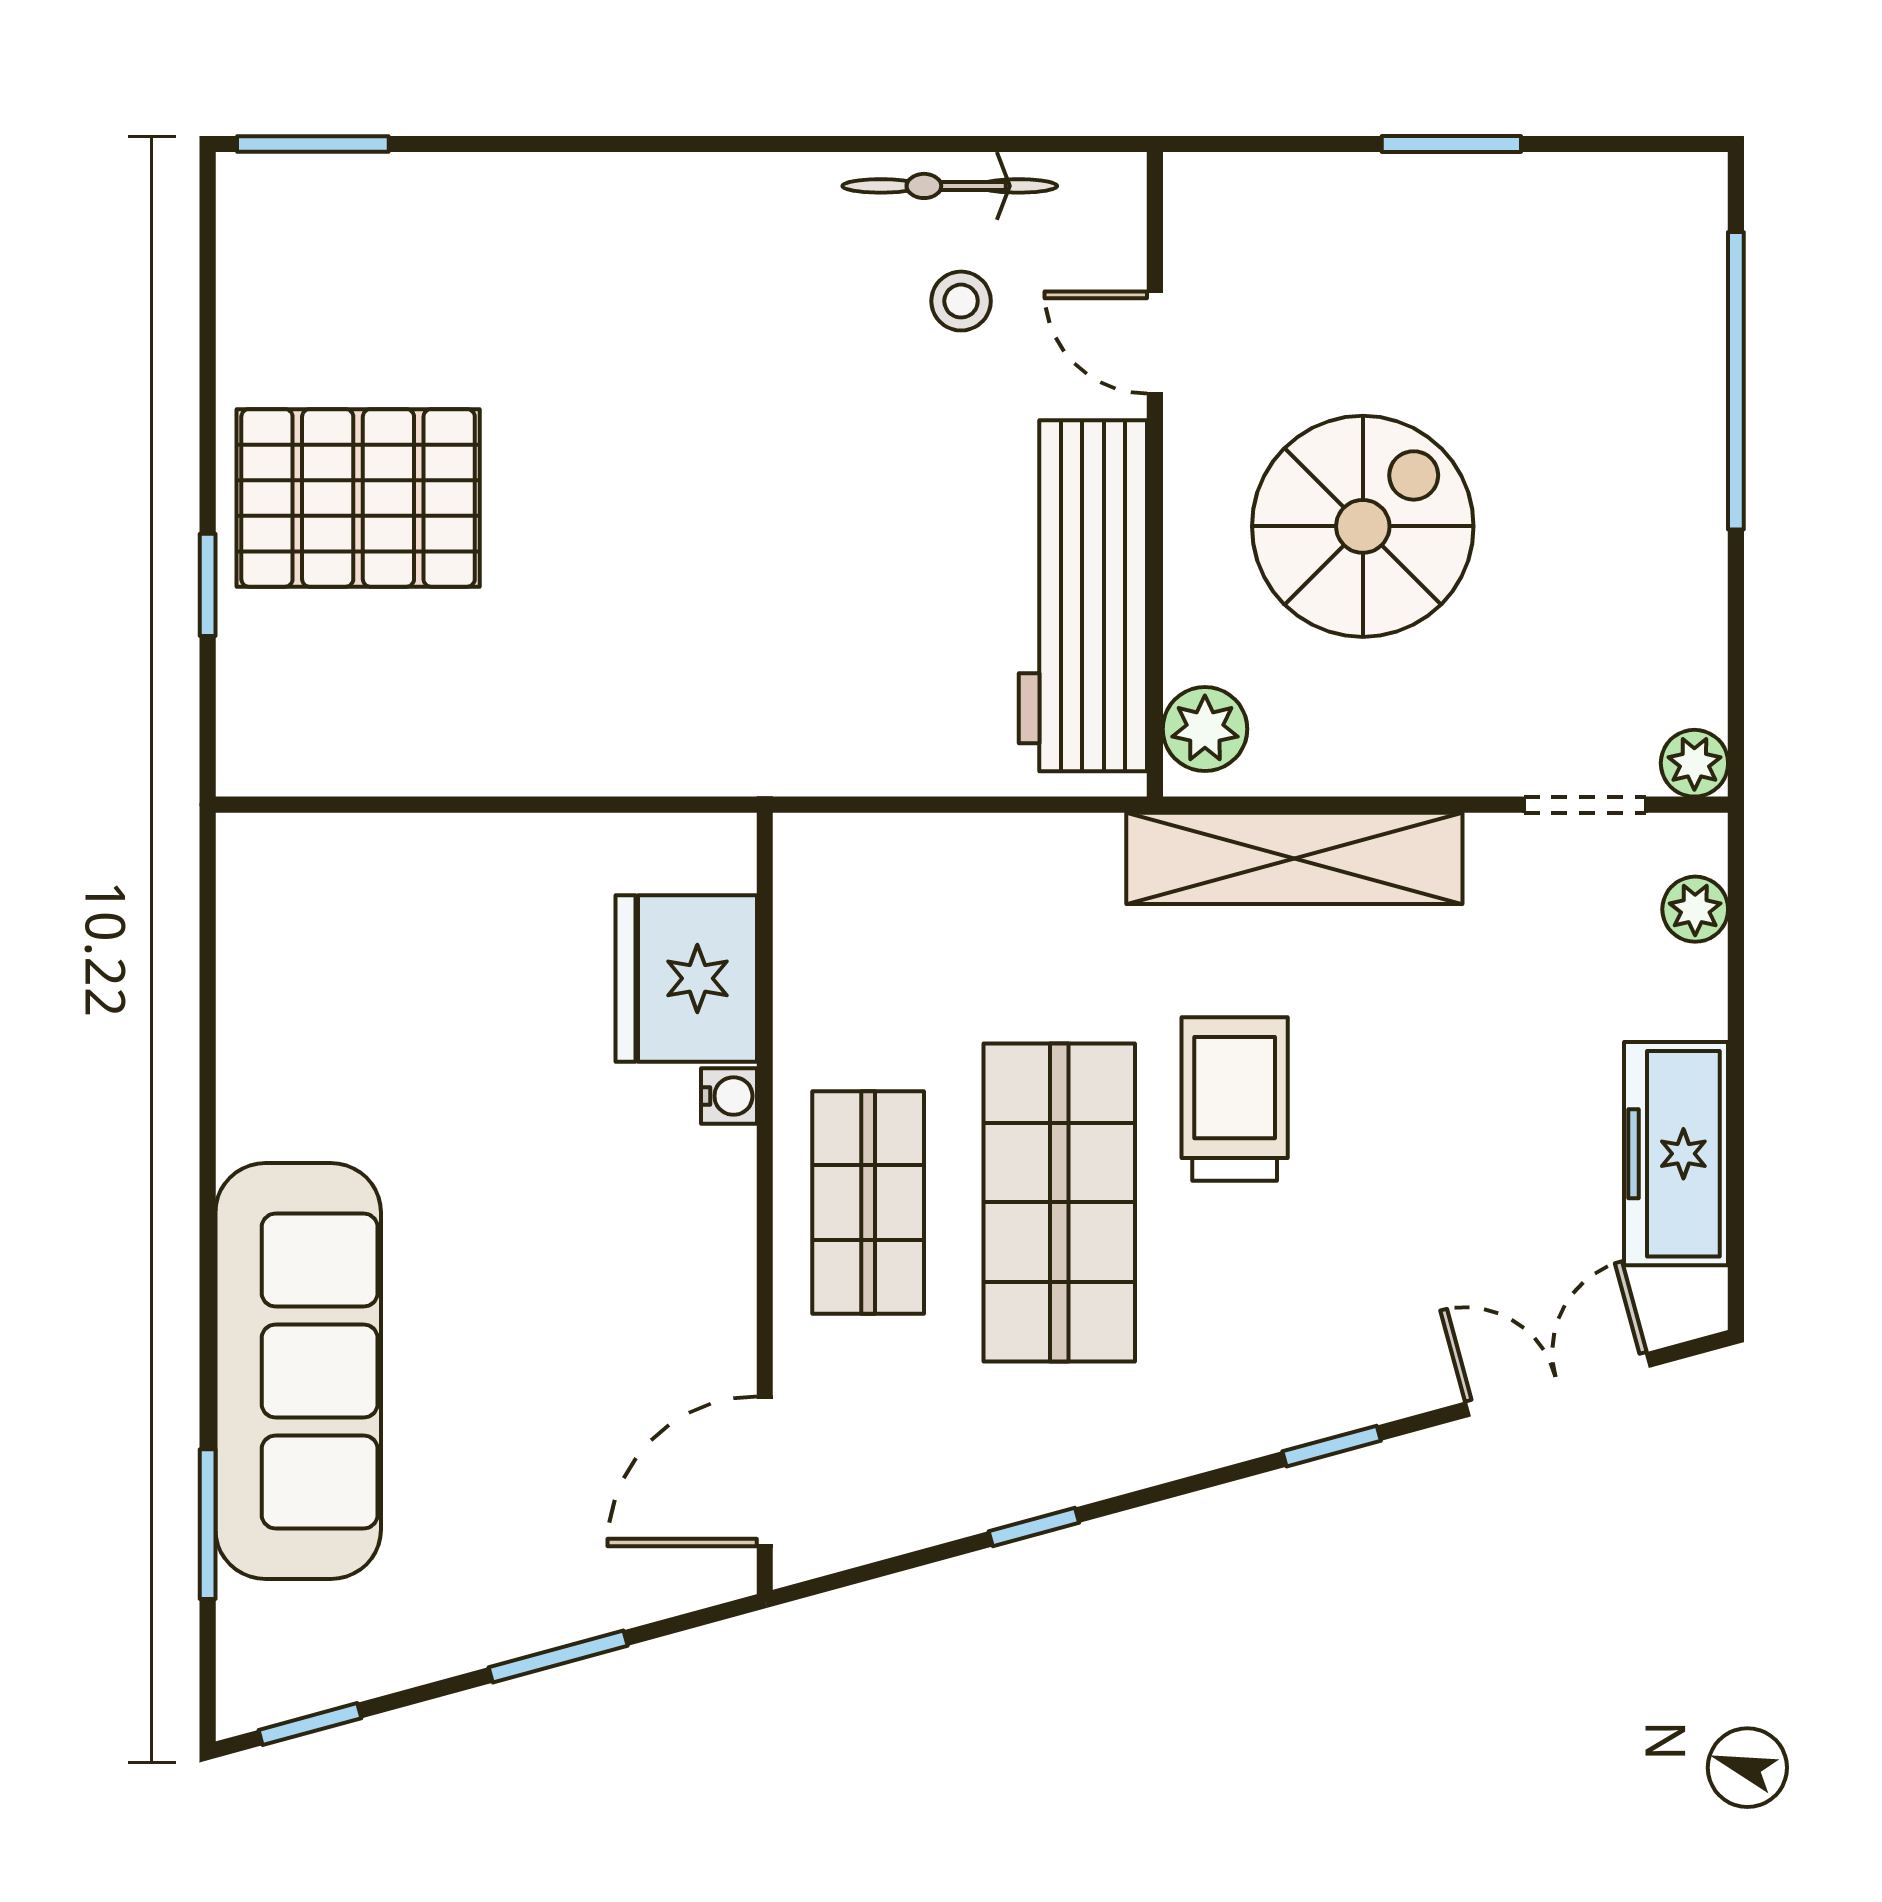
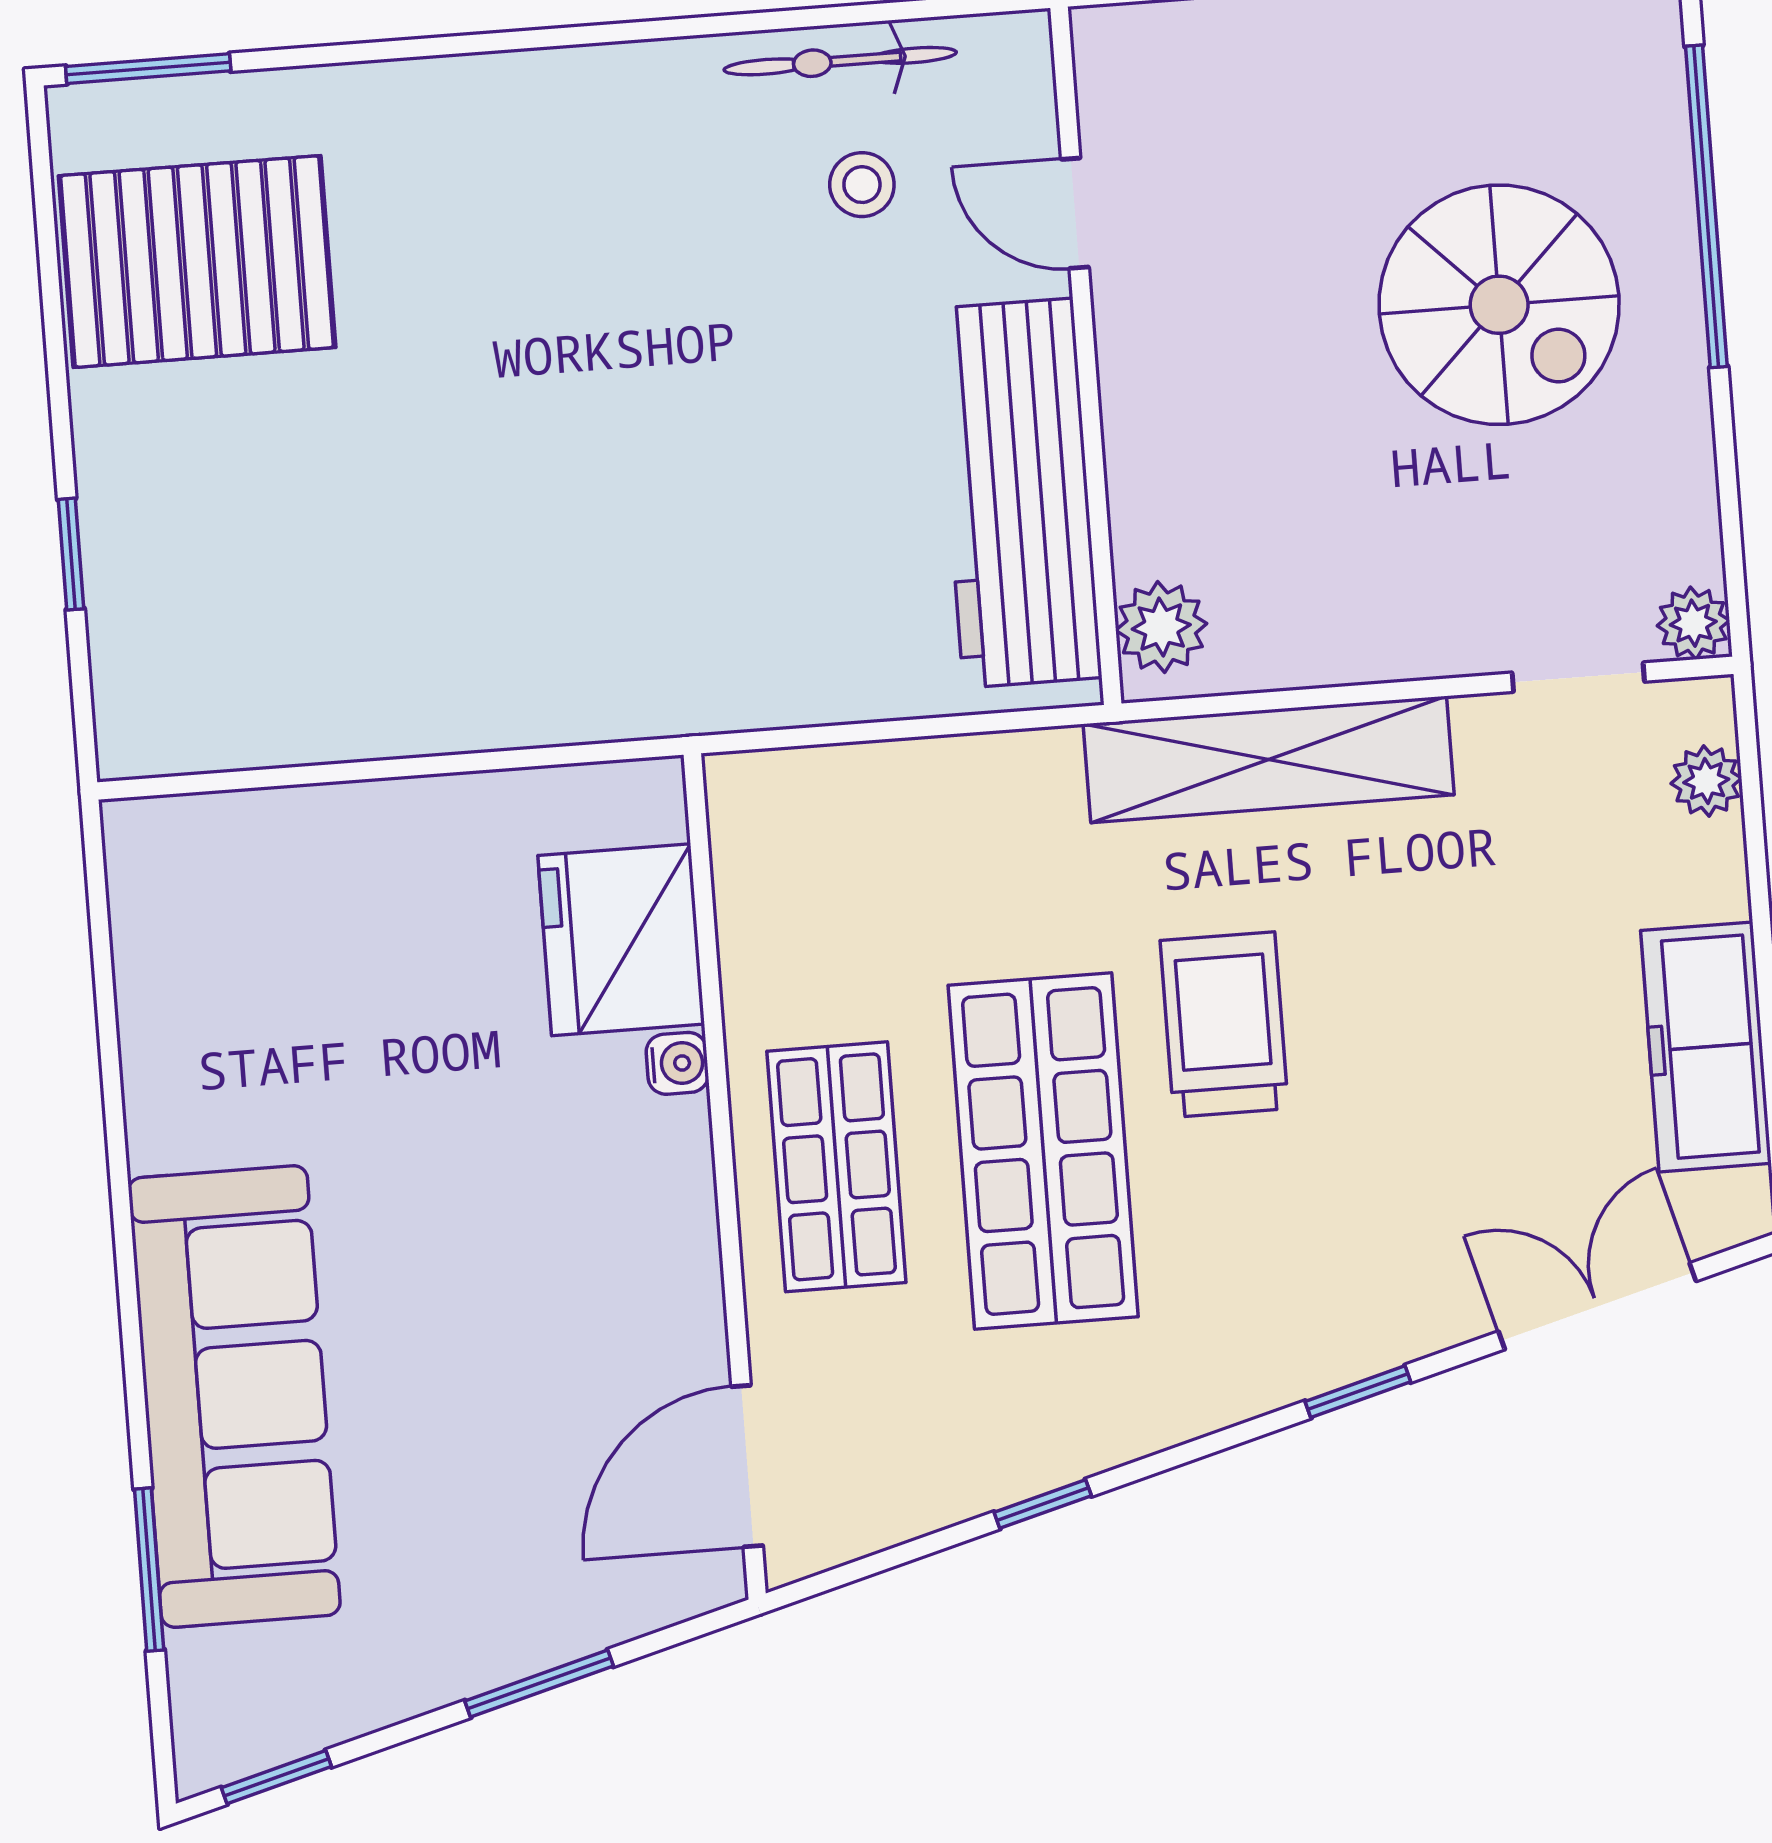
pallet: (358, 498) -> (197, 262), moved
spiral stairs: (1363, 526) -> (1499, 305), moved, turned 90

